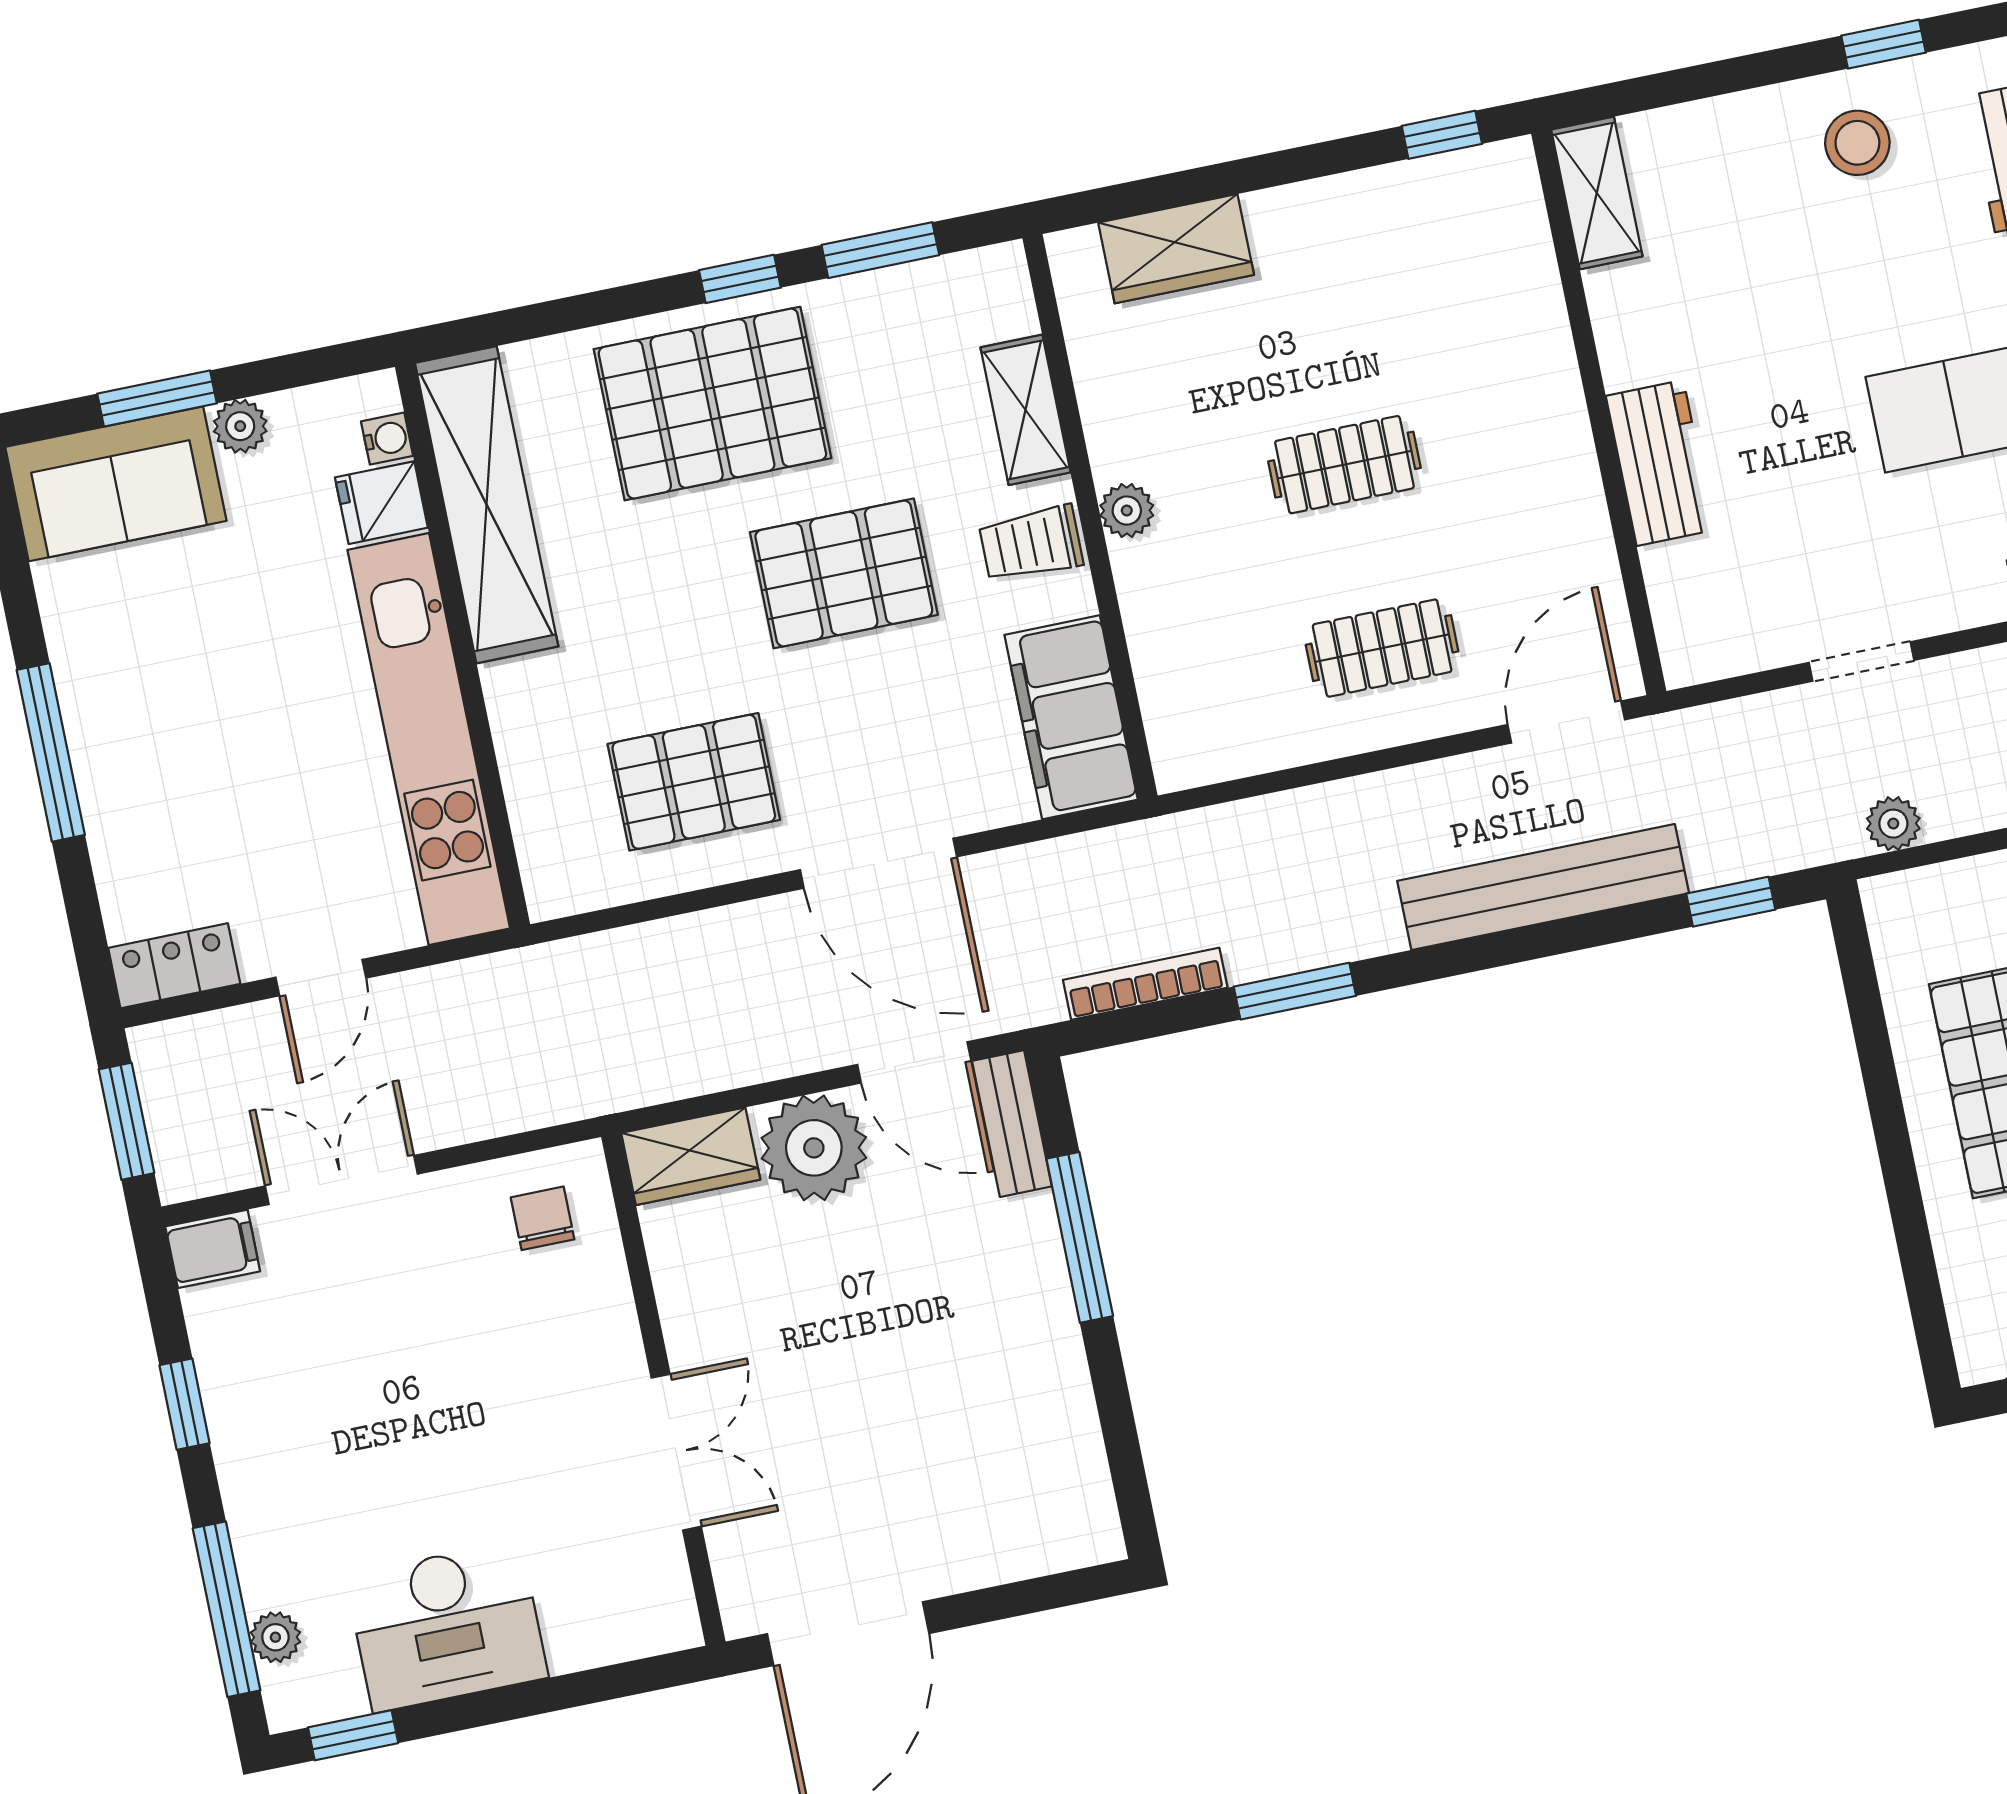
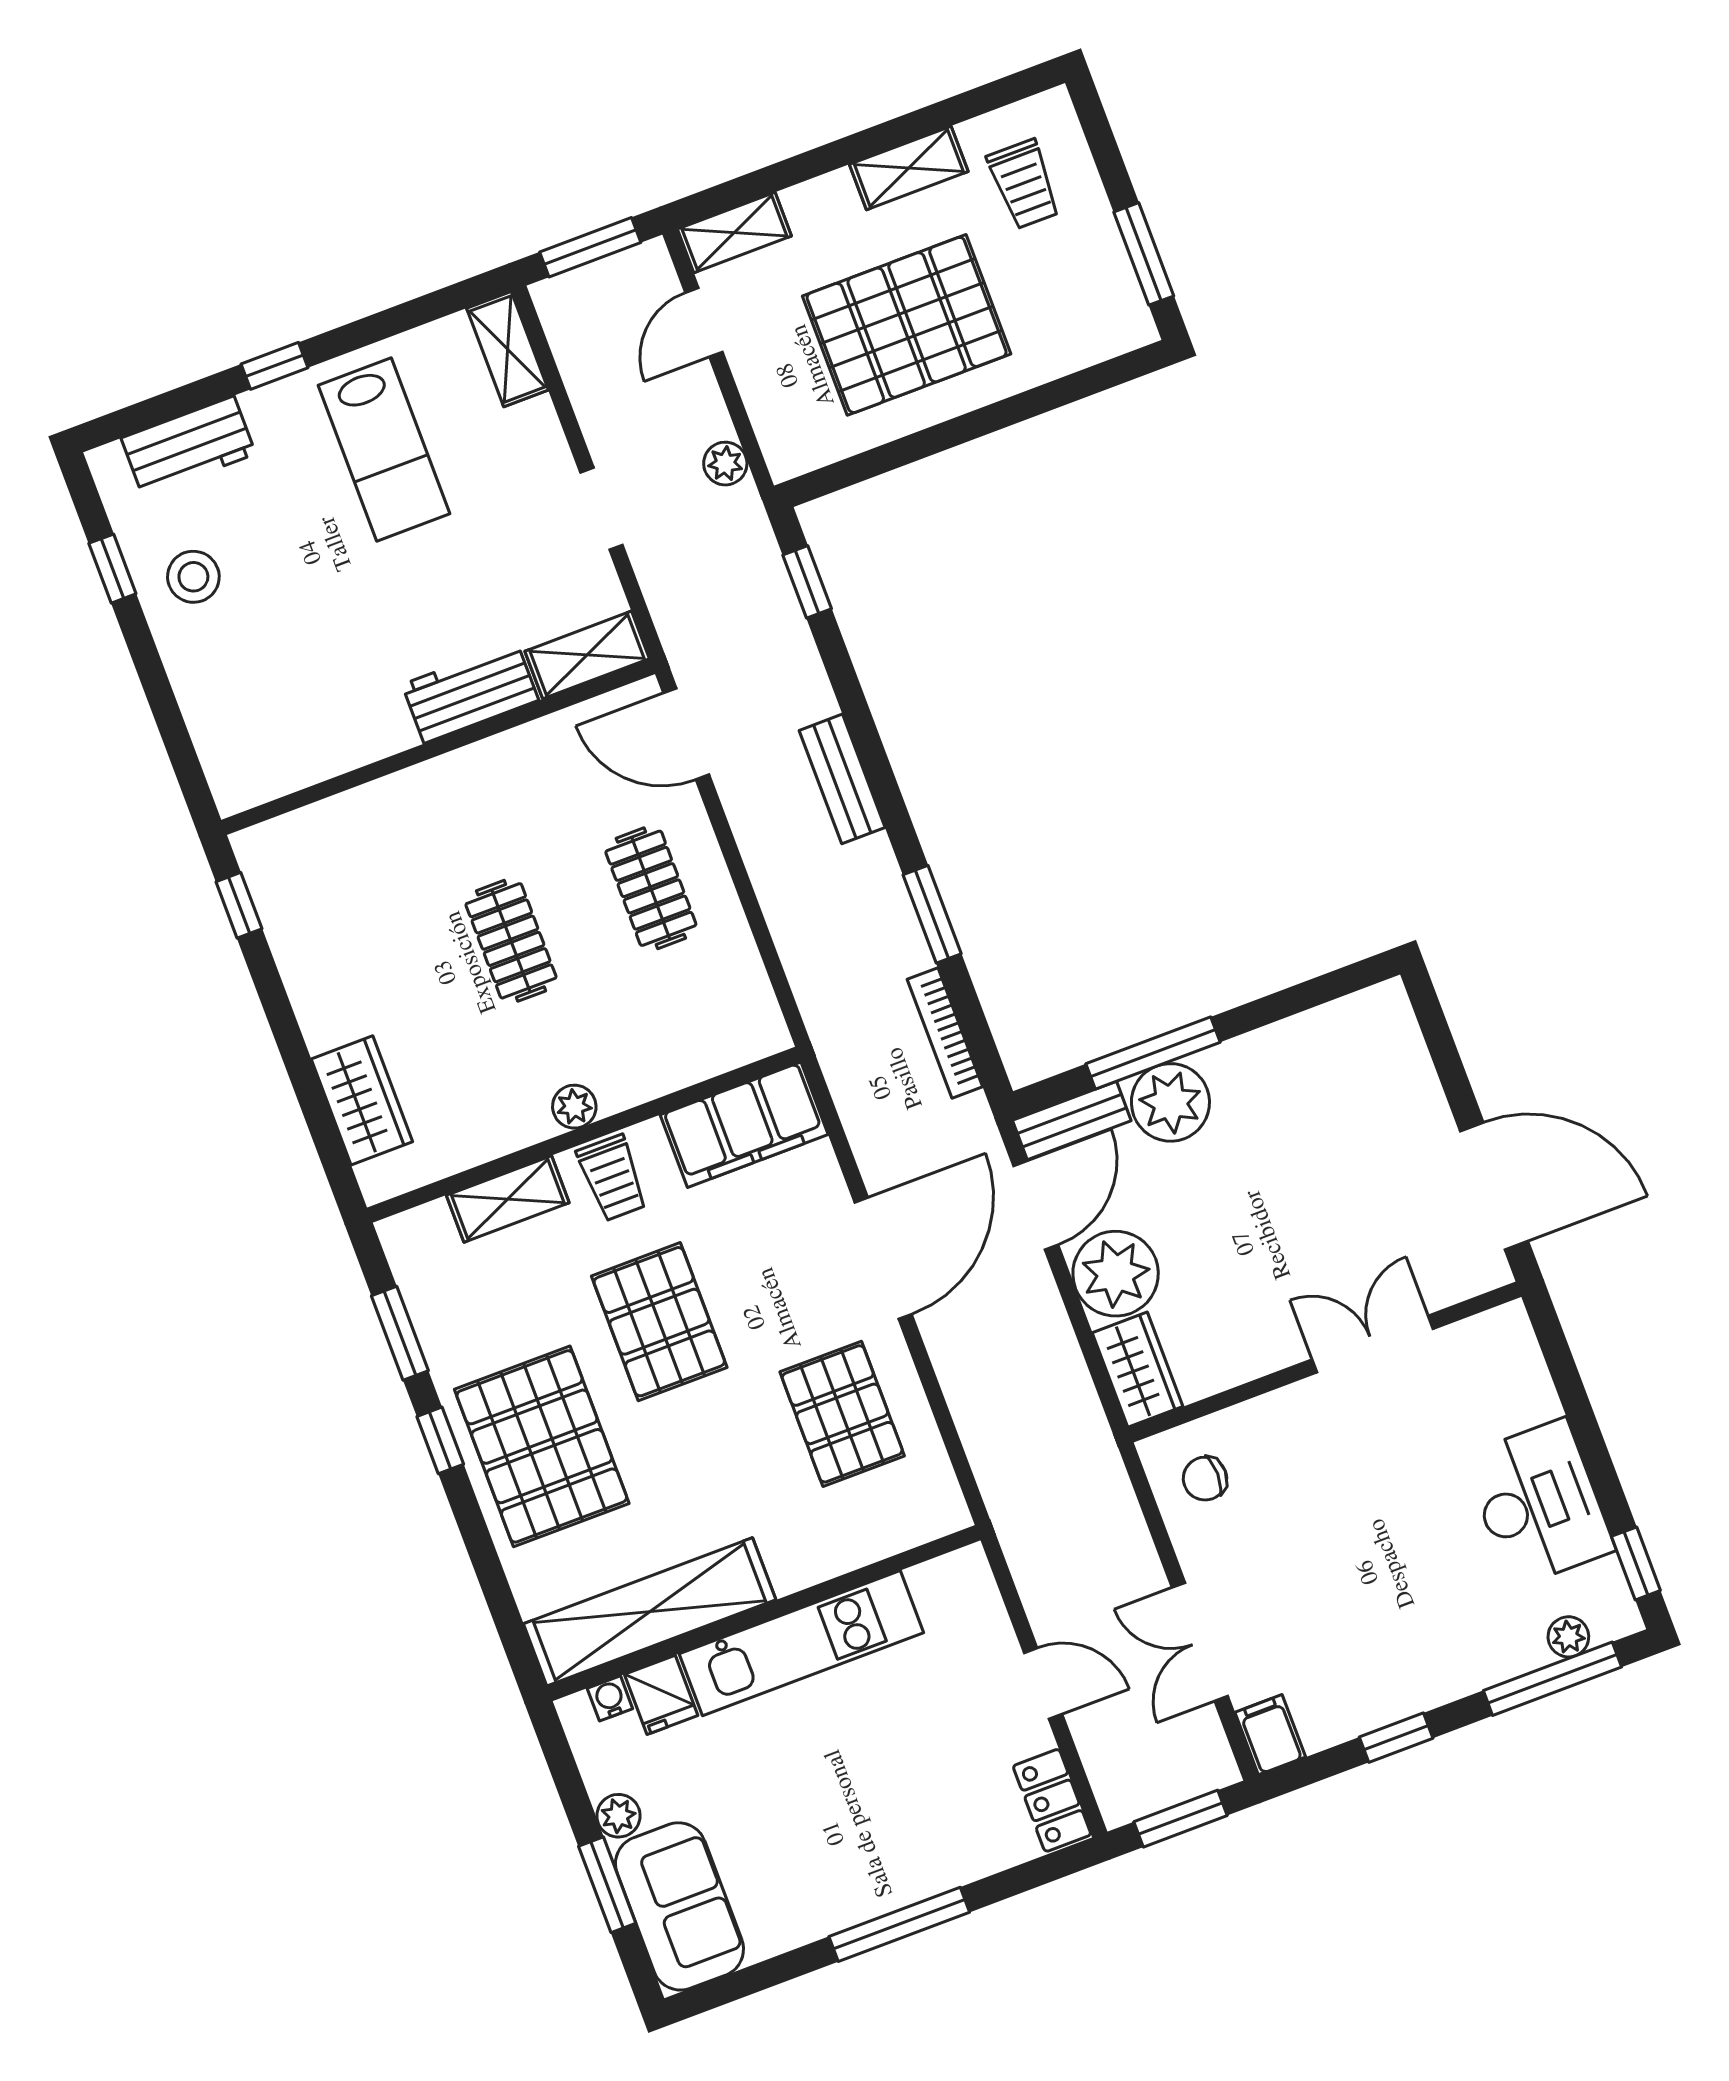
shelving: (1597, 193) -> (587, 655), moved
kitchen unit: (429, 739) -> (801, 1643), width x0.73
bench: (1543, 887) -> (842, 779), width x0.54, depth x0.82
plant: (1015, 1249) -> (1170, 1102), added

